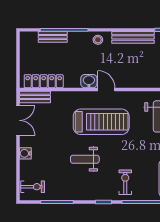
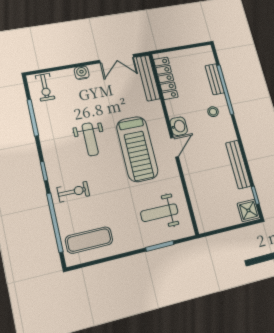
stool: (98, 40) -> (213, 112), moved
bench: (35, 97) -> (148, 78), width x1.36
weight bench: (85, 159) -> (90, 139), turned 180

